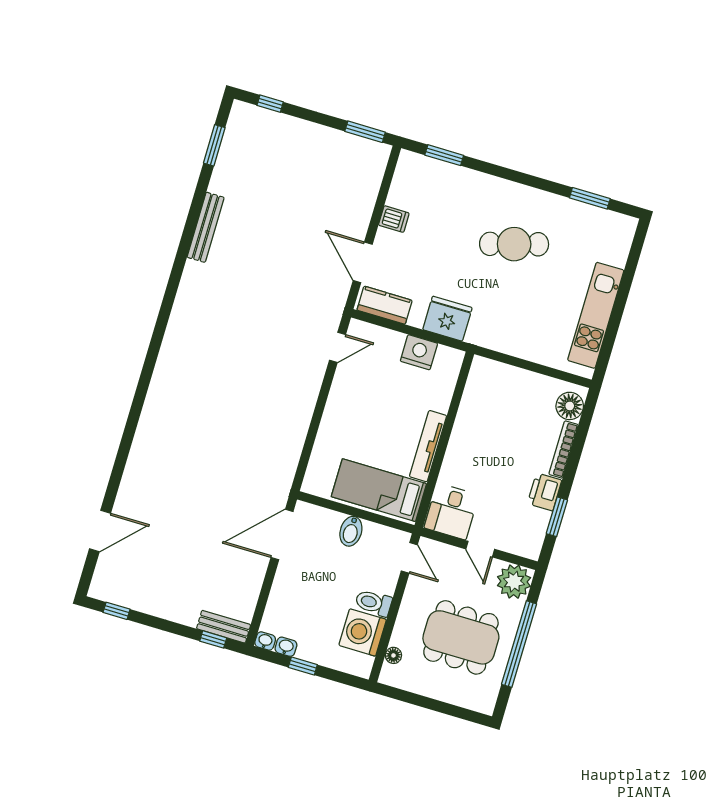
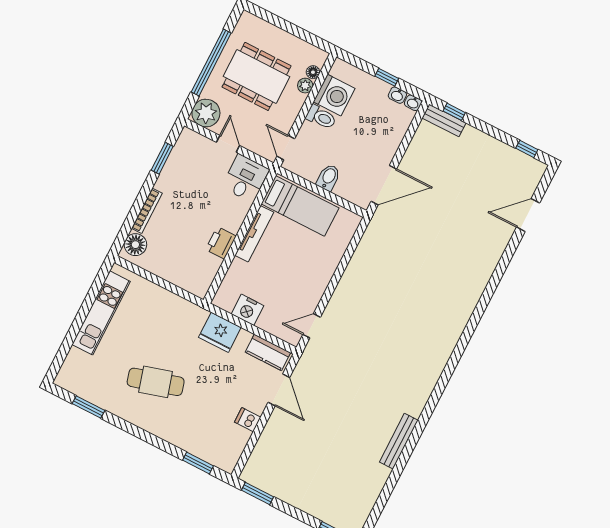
window: (214, 145) -> (380, 505), removed
printer: (545, 492) -> (221, 243), moved, turned 180
plant: (400, 637) -> (305, 86), added

